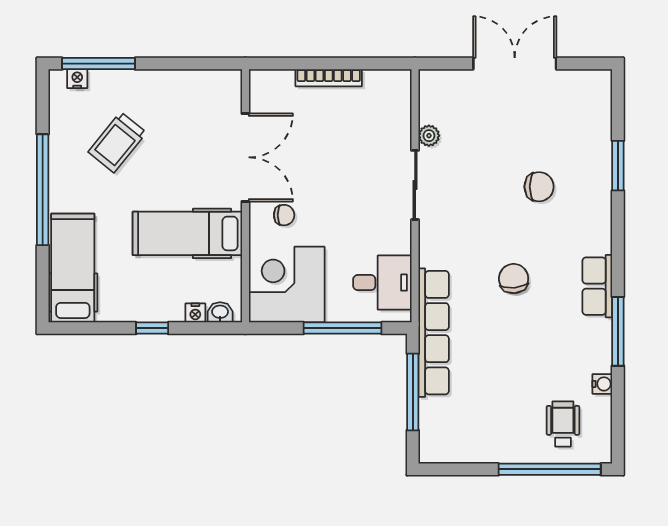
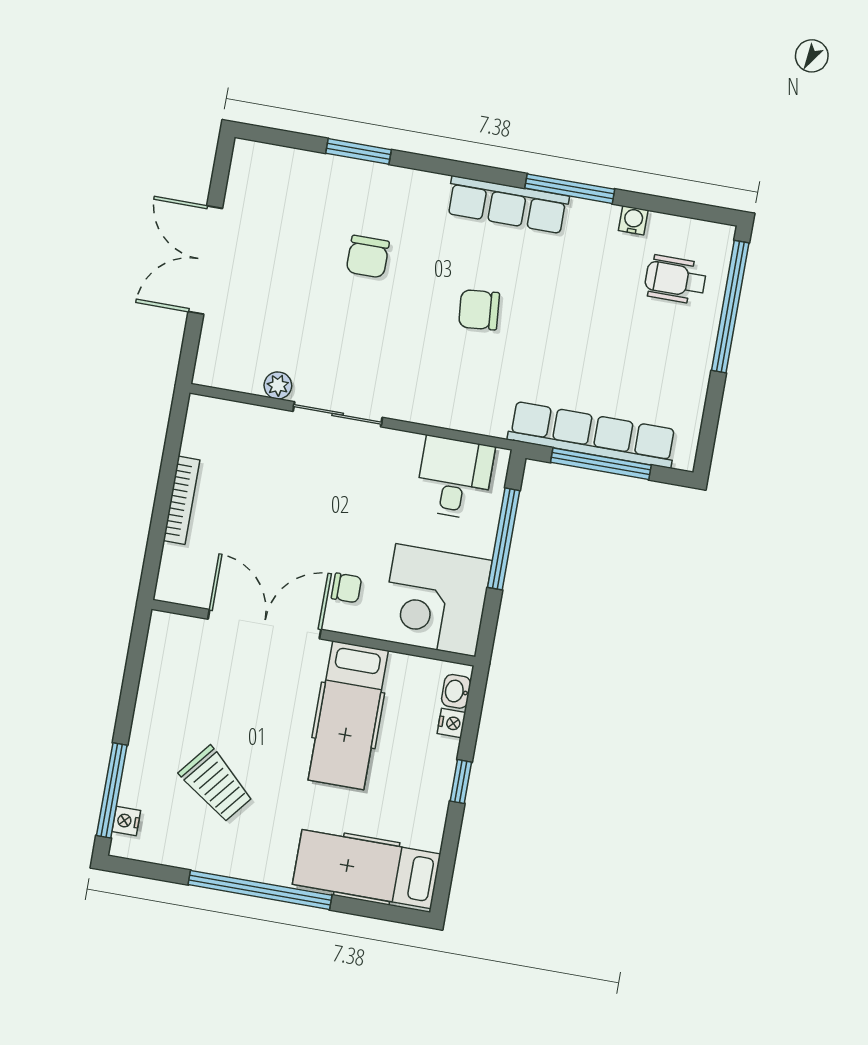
chair: (539, 187) -> (368, 257), turned 180
chair: (284, 215) -> (347, 588), turned 90
row of seats: (597, 286) -> (507, 205), width x1.48
row of seats: (434, 333) -> (592, 435), moved

